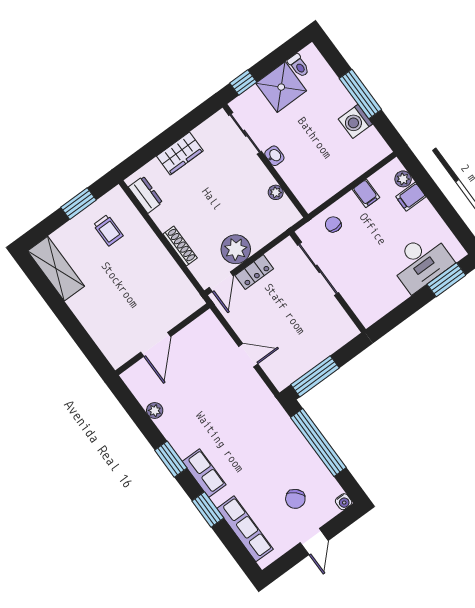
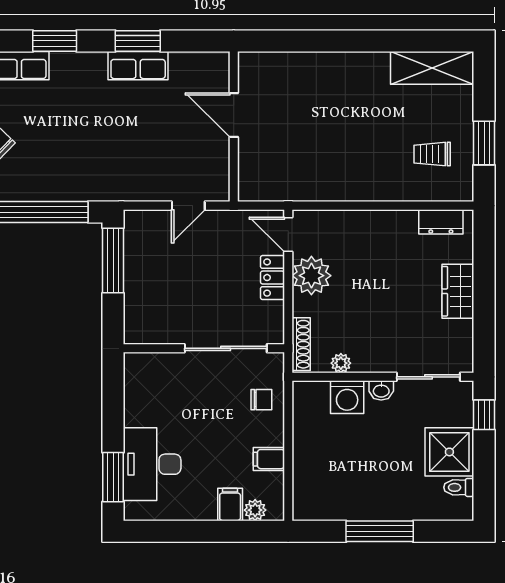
washing machine: (355, 121) -> (347, 397), moved, turned 180
shoe rack: (180, 246) -> (301, 344), moved, turned -90
wall: (163, 339) -> (234, 127), moved
door: (156, 344) -> (234, 115), moved
plant: (155, 411) -> (203, 62), removed
row of seats: (204, 473) -> (138, 66), moved

